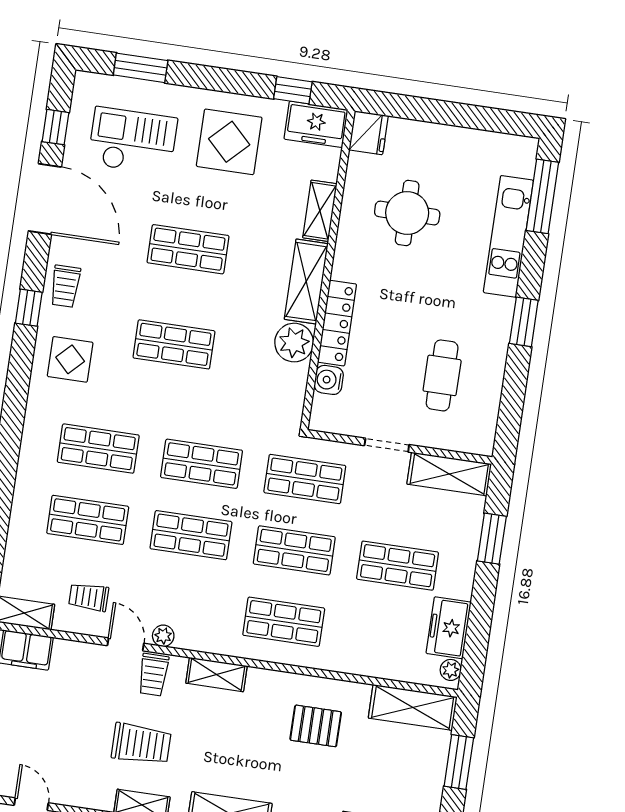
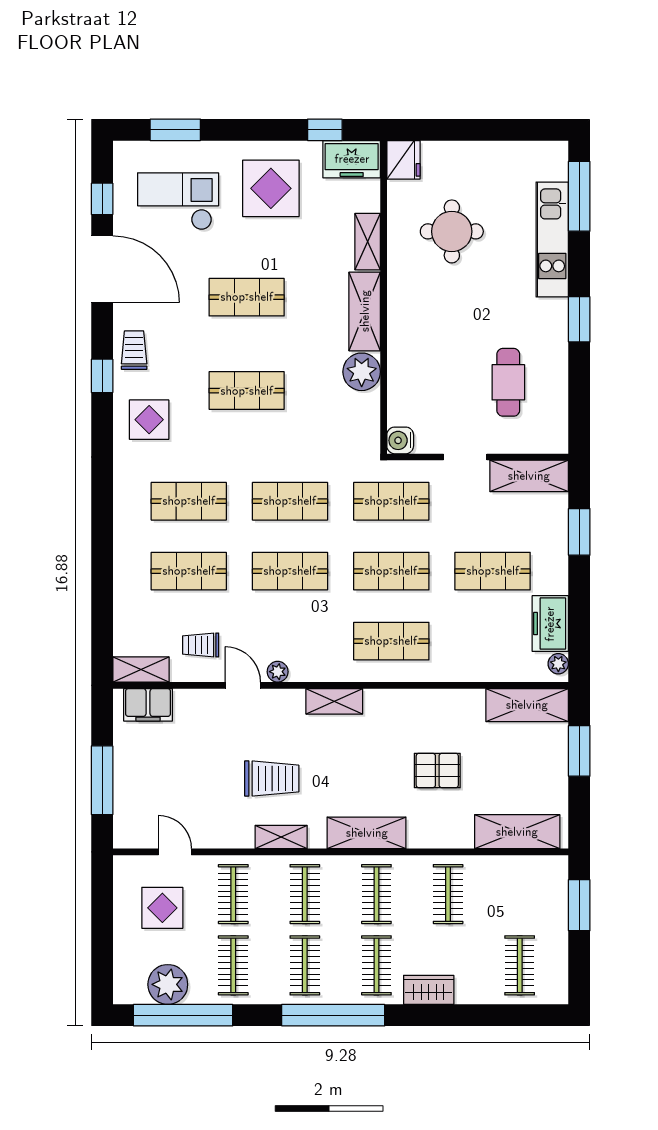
trolley: (65, 286) -> (134, 350), turned 180
locker: (337, 323) -> (400, 347), removed
water cooler: (329, 380) -> (400, 440), moved
trolley: (153, 675) -> (274, 710), removed
pallet: (316, 726) -> (437, 771), moved

